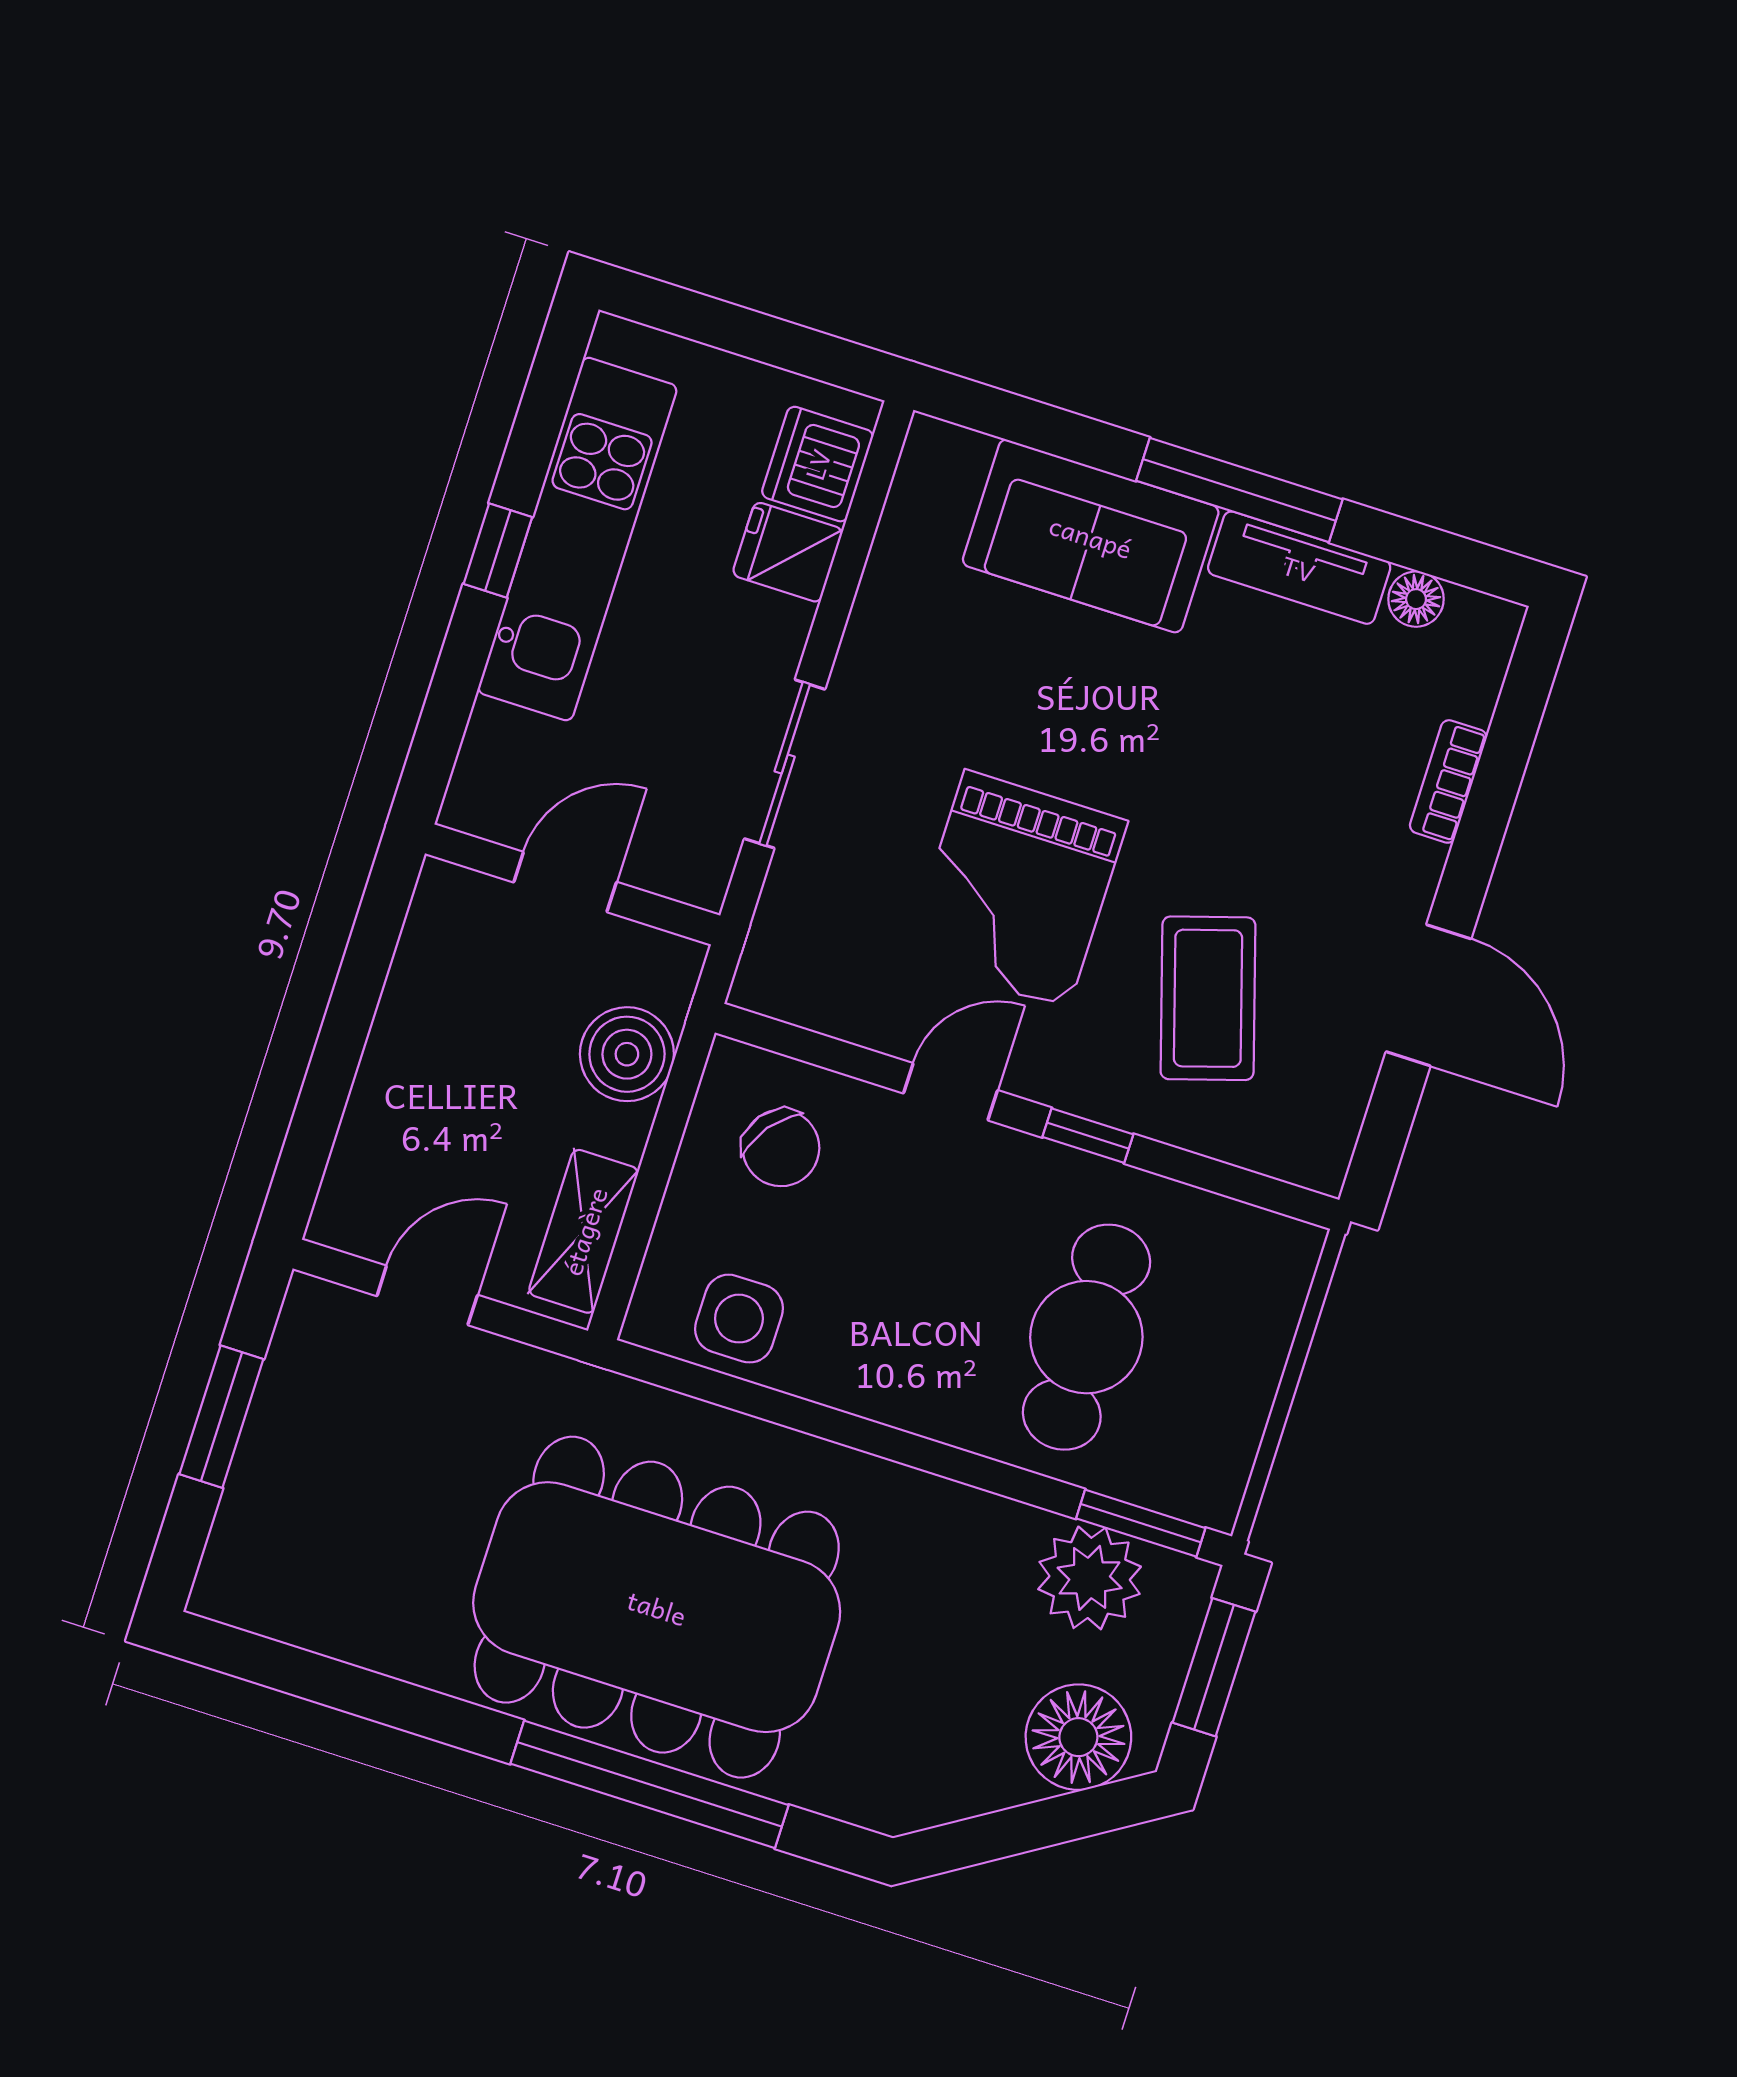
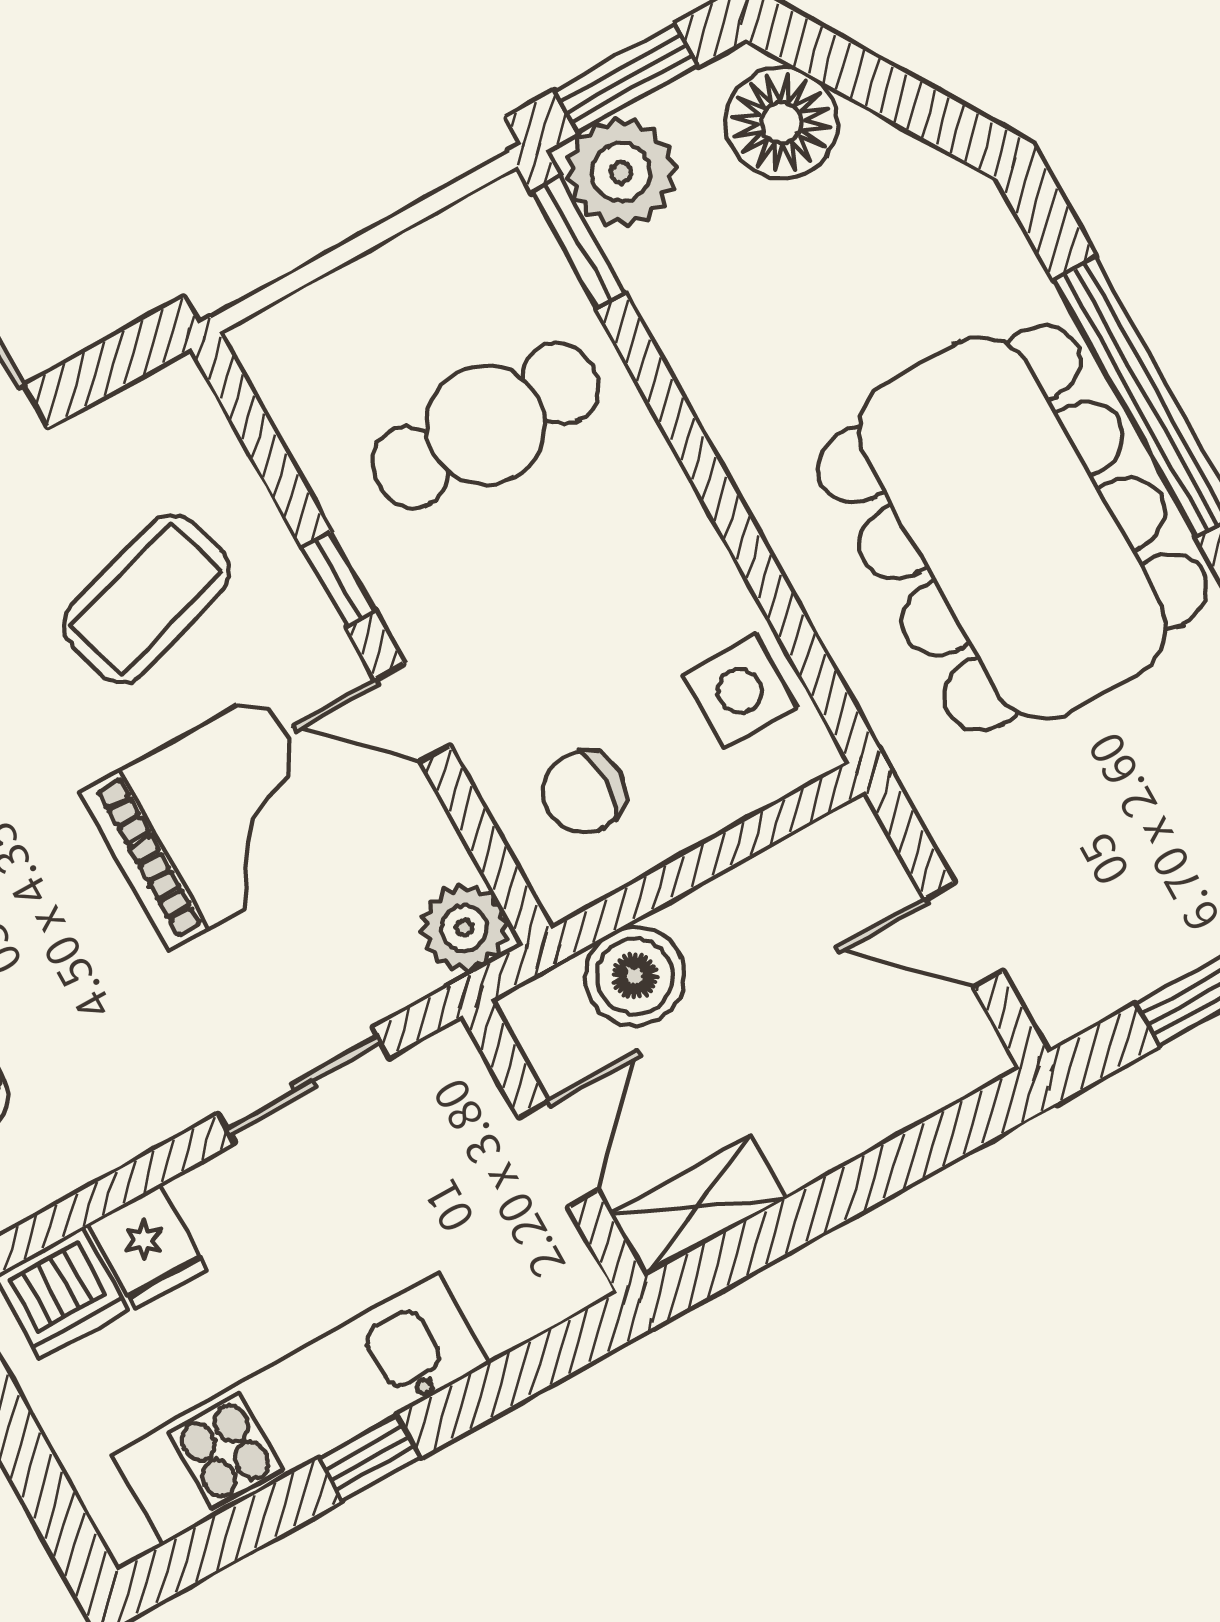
door: (565, 882) -> (558, 1153), swing flipped
plant: (776, 977) -> (464, 928), added
chair: (781, 1148) -> (584, 792), turned -127
shelving: (584, 1231) -> (698, 1206), moved
plant: (1090, 1578) -> (621, 172), moved

